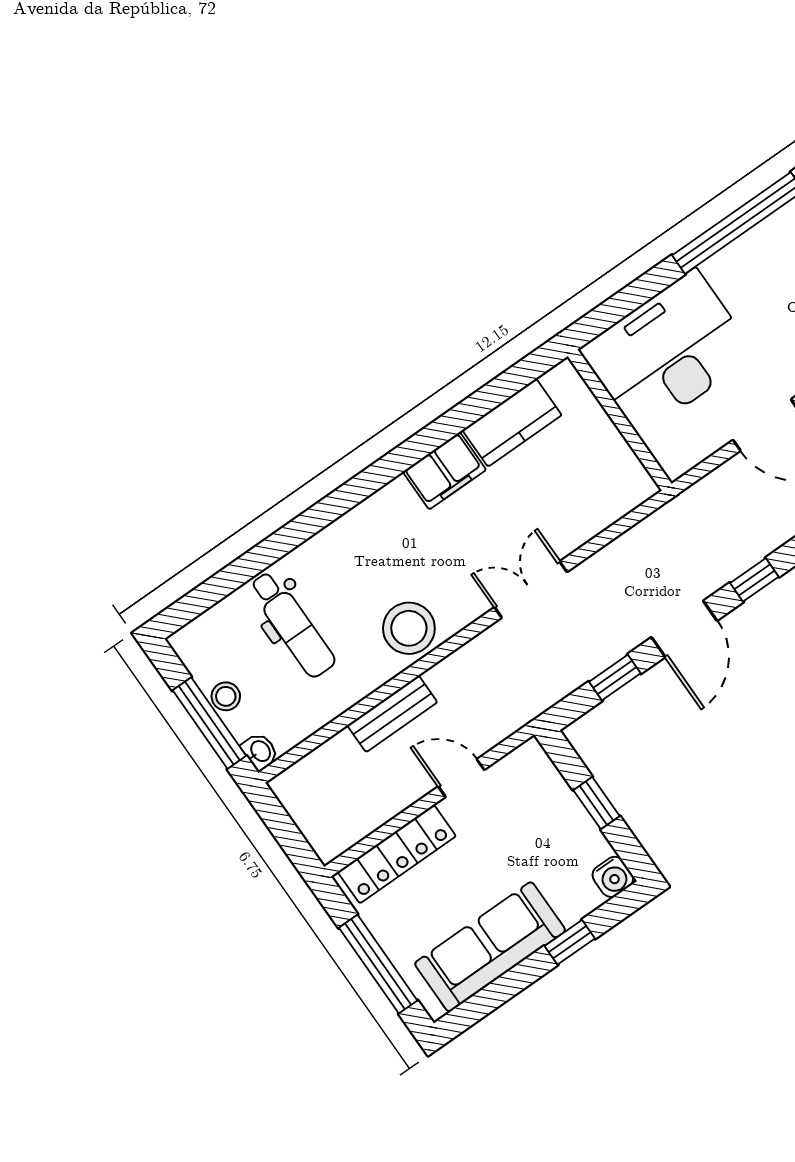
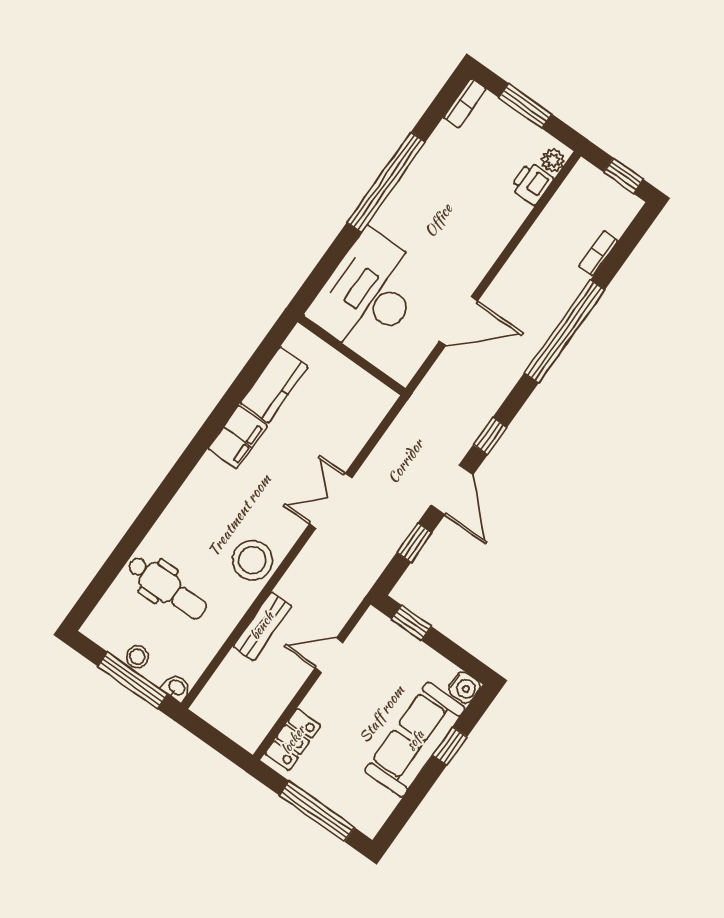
window: (596, 803) -> (411, 623), moved
locker: (397, 854) -> (293, 740), width x0.66
sofa: (490, 947) -> (415, 740), moved

